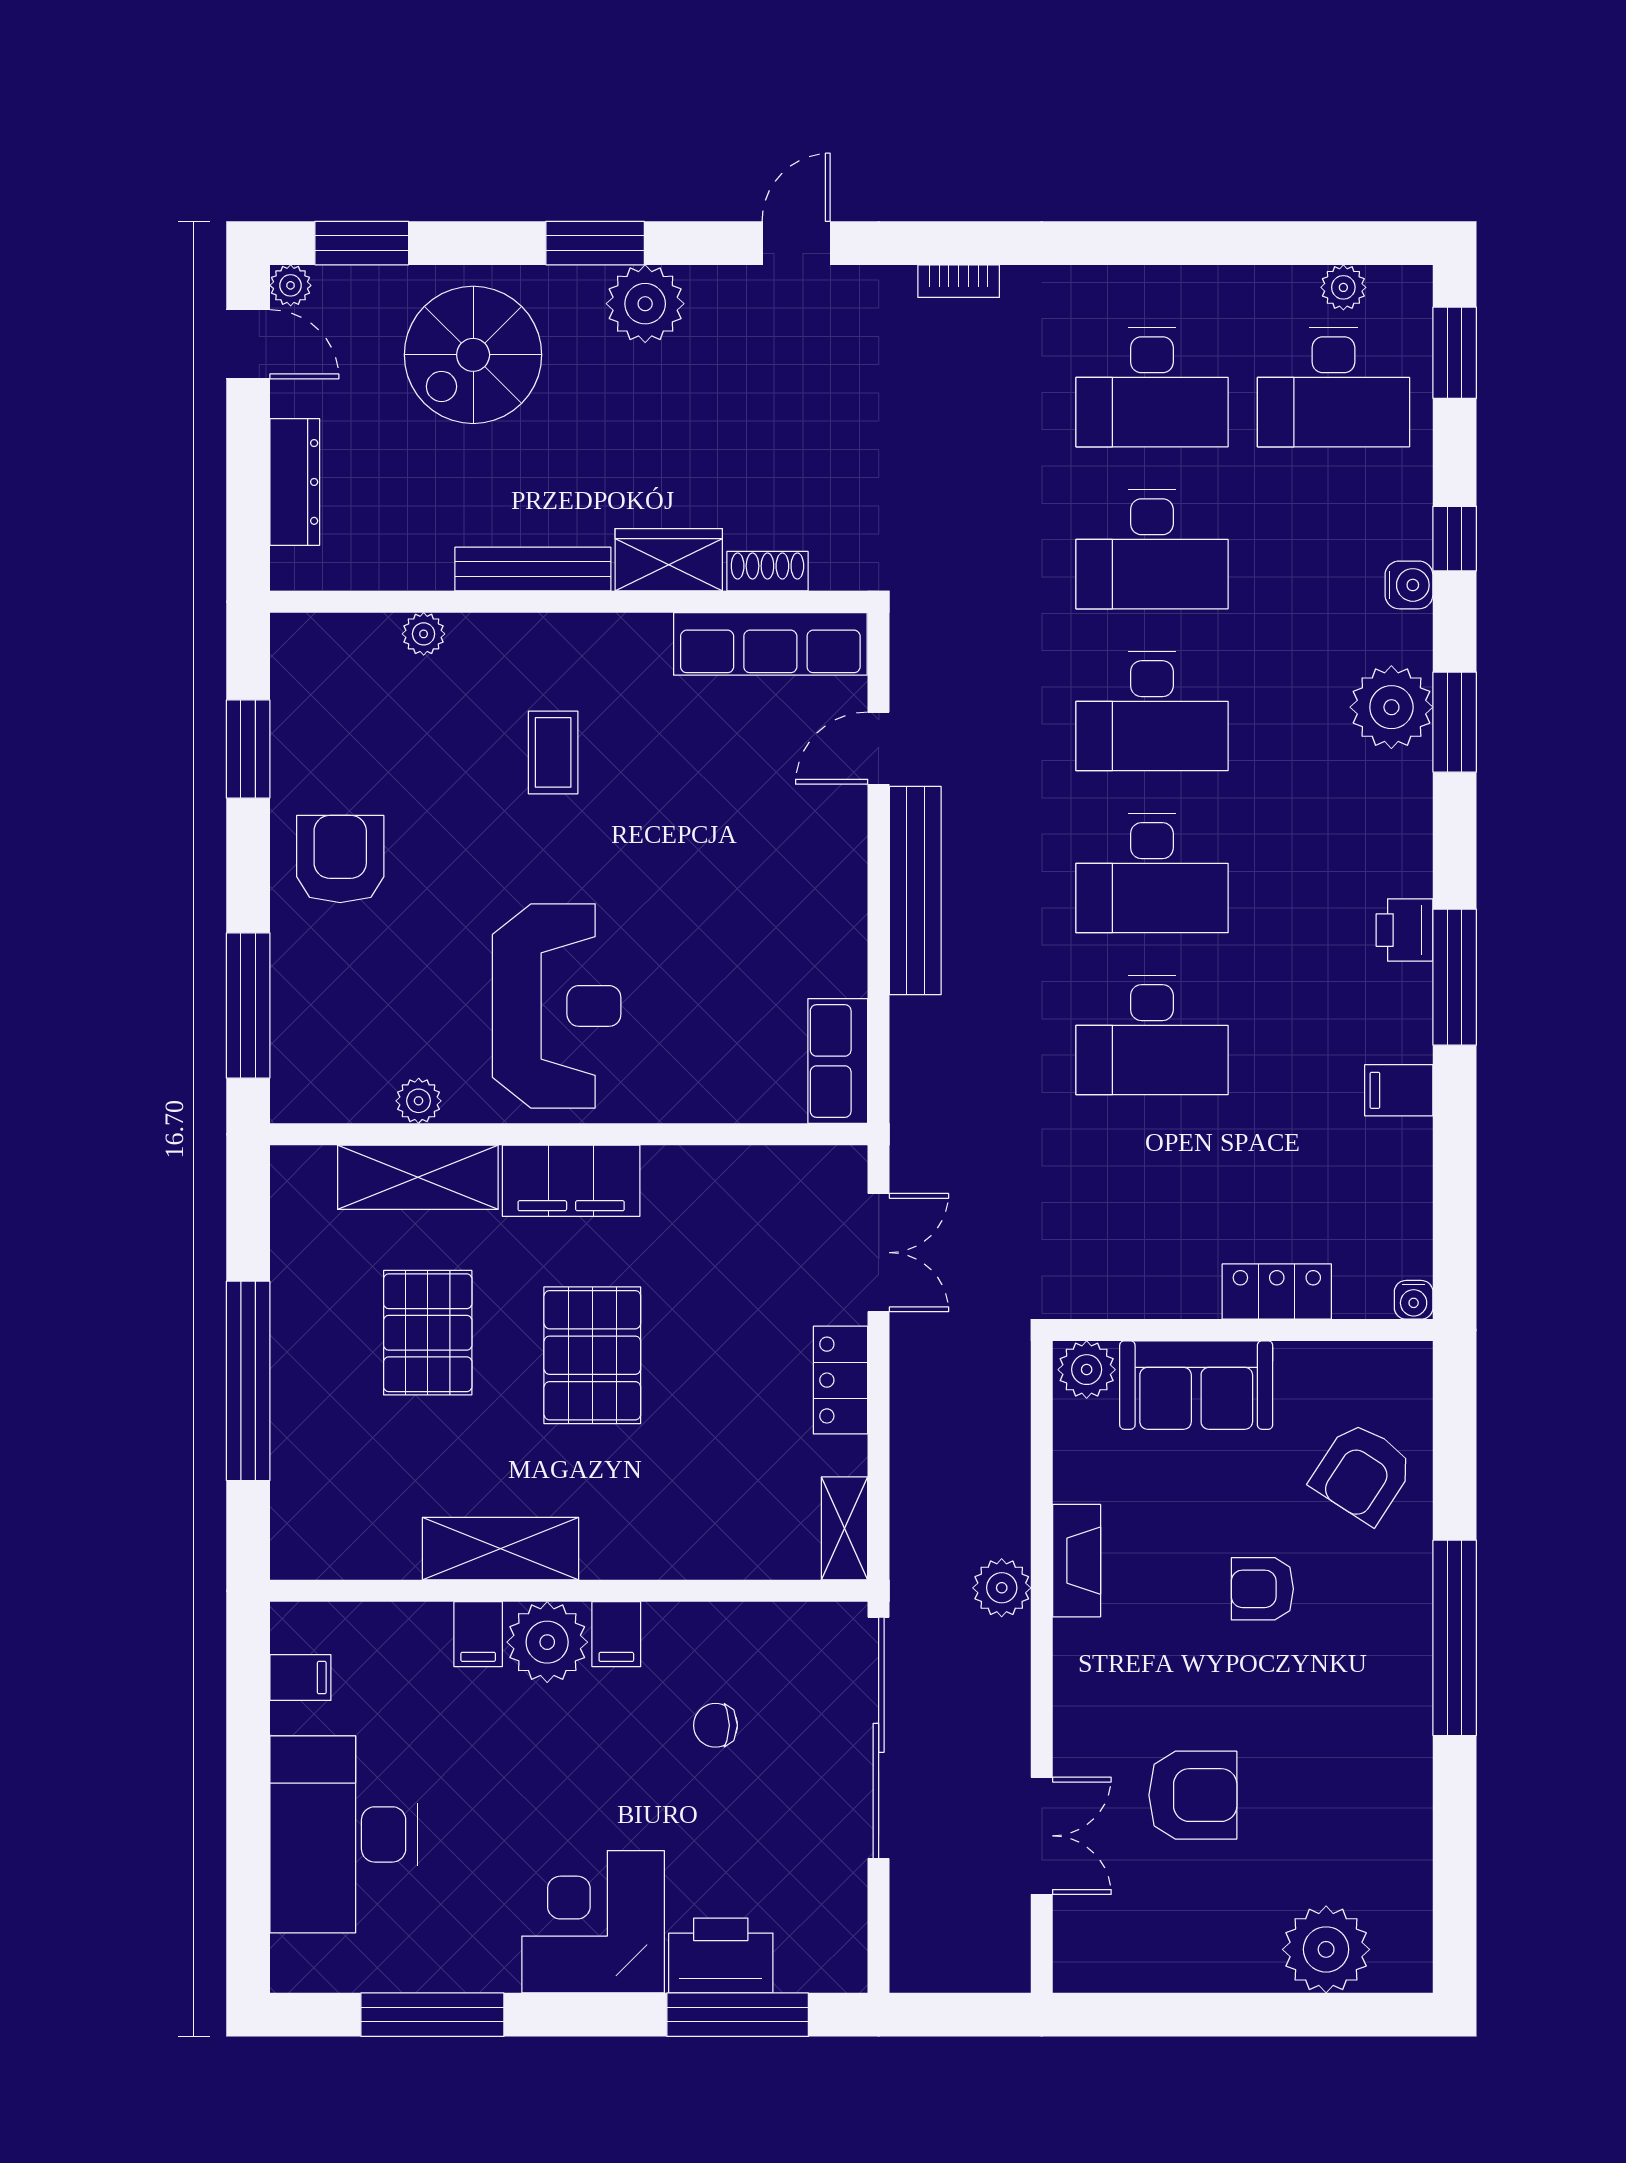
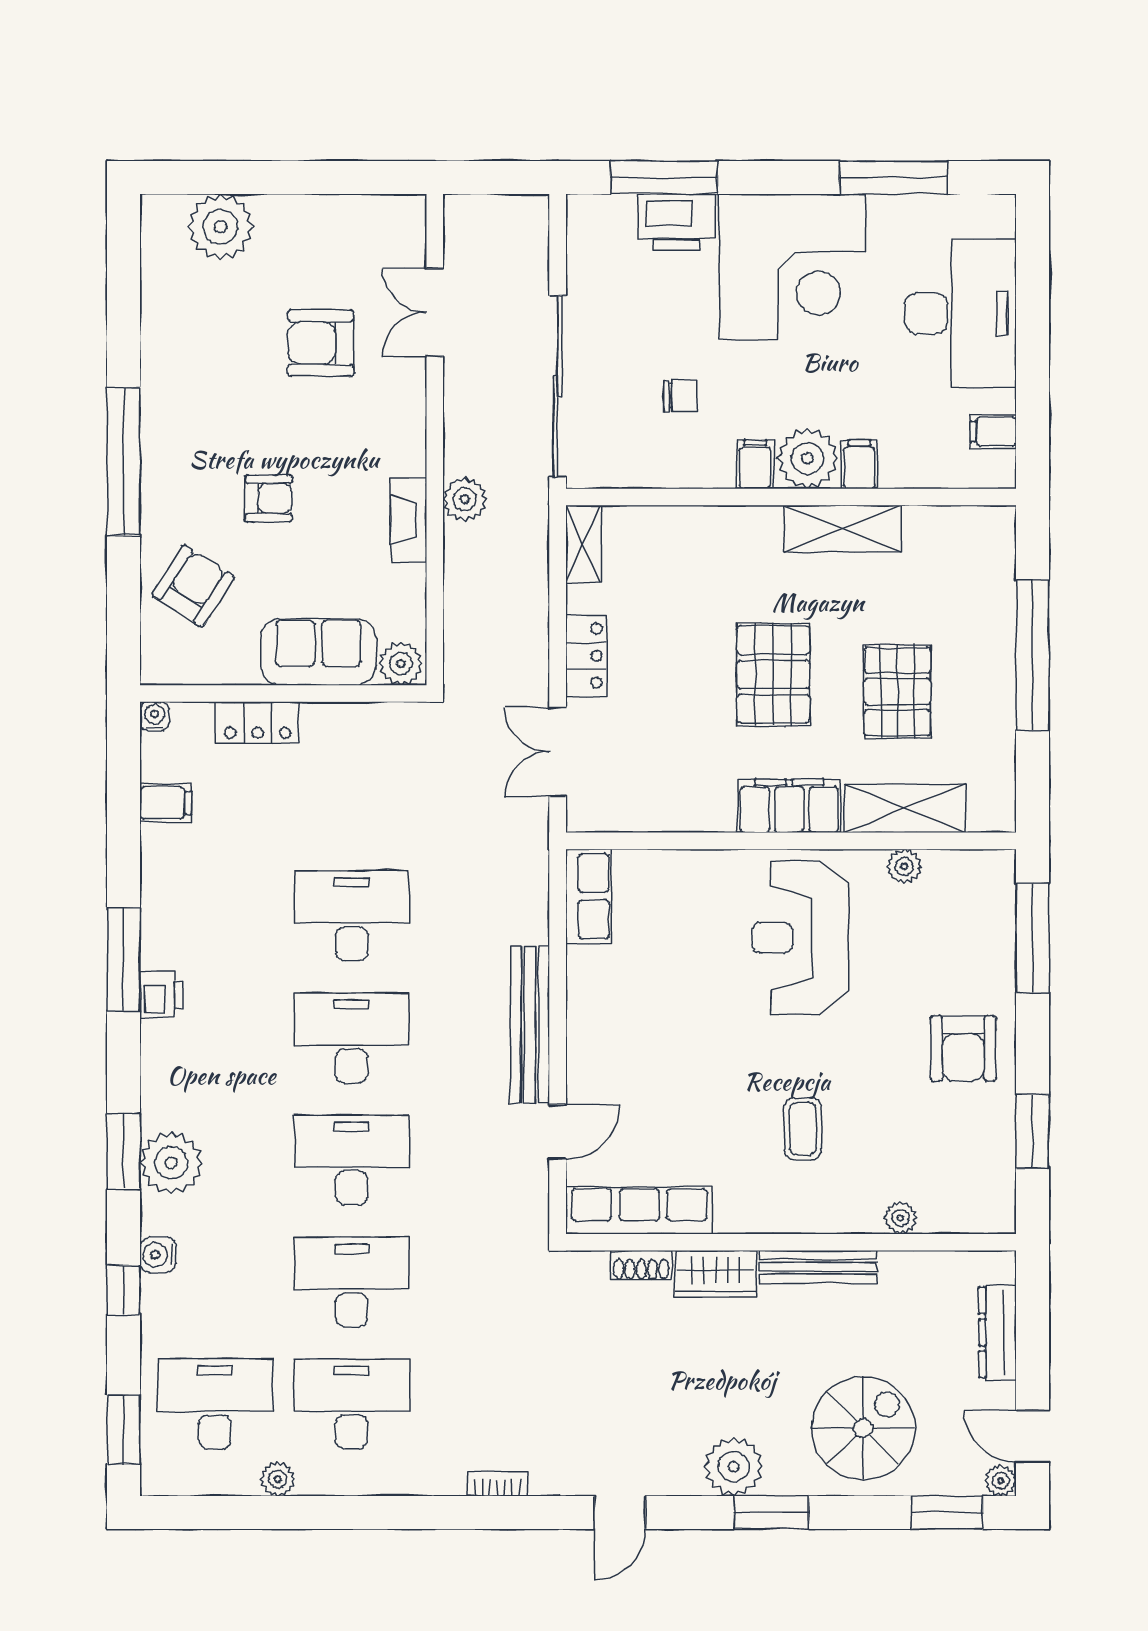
plant: (1343, 287) -> (278, 1479), moved
filing cabinet: (1399, 1090) -> (166, 803), moved
corner desk: (593, 1922) -> (792, 267), width x1.36, depth x1.36

